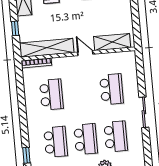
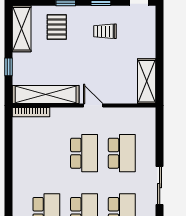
shelving: (112, 42) -> (147, 81), moved, turned 90
school desk: (51, 95) -> (84, 153), moved

